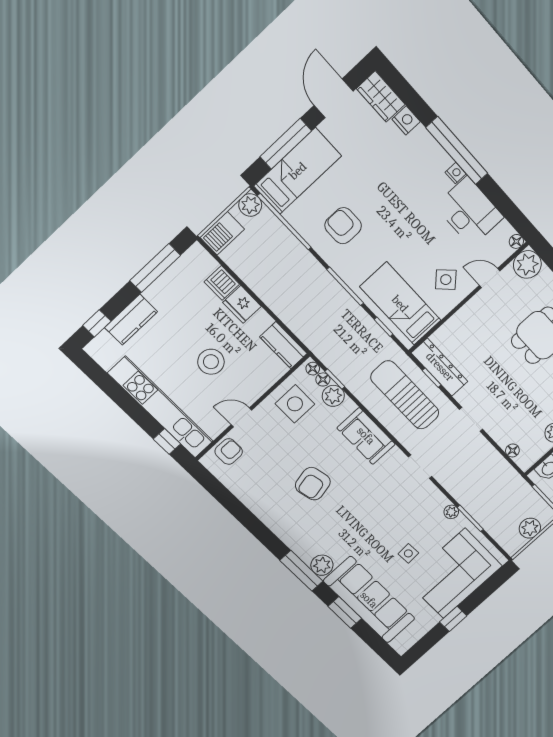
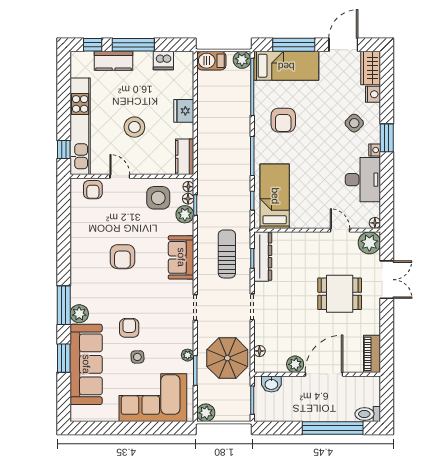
window: (457, 151) -> (387, 138), width x0.47
armchair: (343, 226) -> (283, 120), turned 180
window: (155, 268) -> (133, 45), moved
side table: (446, 280) -> (354, 123), moved
dishwasher: (222, 283) -> (163, 61), moved, turned -90
sun lounger: (405, 395) -> (227, 254), width x0.73, depth x0.75
armchair: (229, 452) -> (93, 190), turned 90
parasol: (489, 482) -> (227, 358), added
armchair: (313, 484) -> (122, 257), turned -78
plant: (530, 528) -> (206, 413), moved
armchair: (378, 537) -> (129, 328), added
window: (453, 619) -> (125, 428), removed

